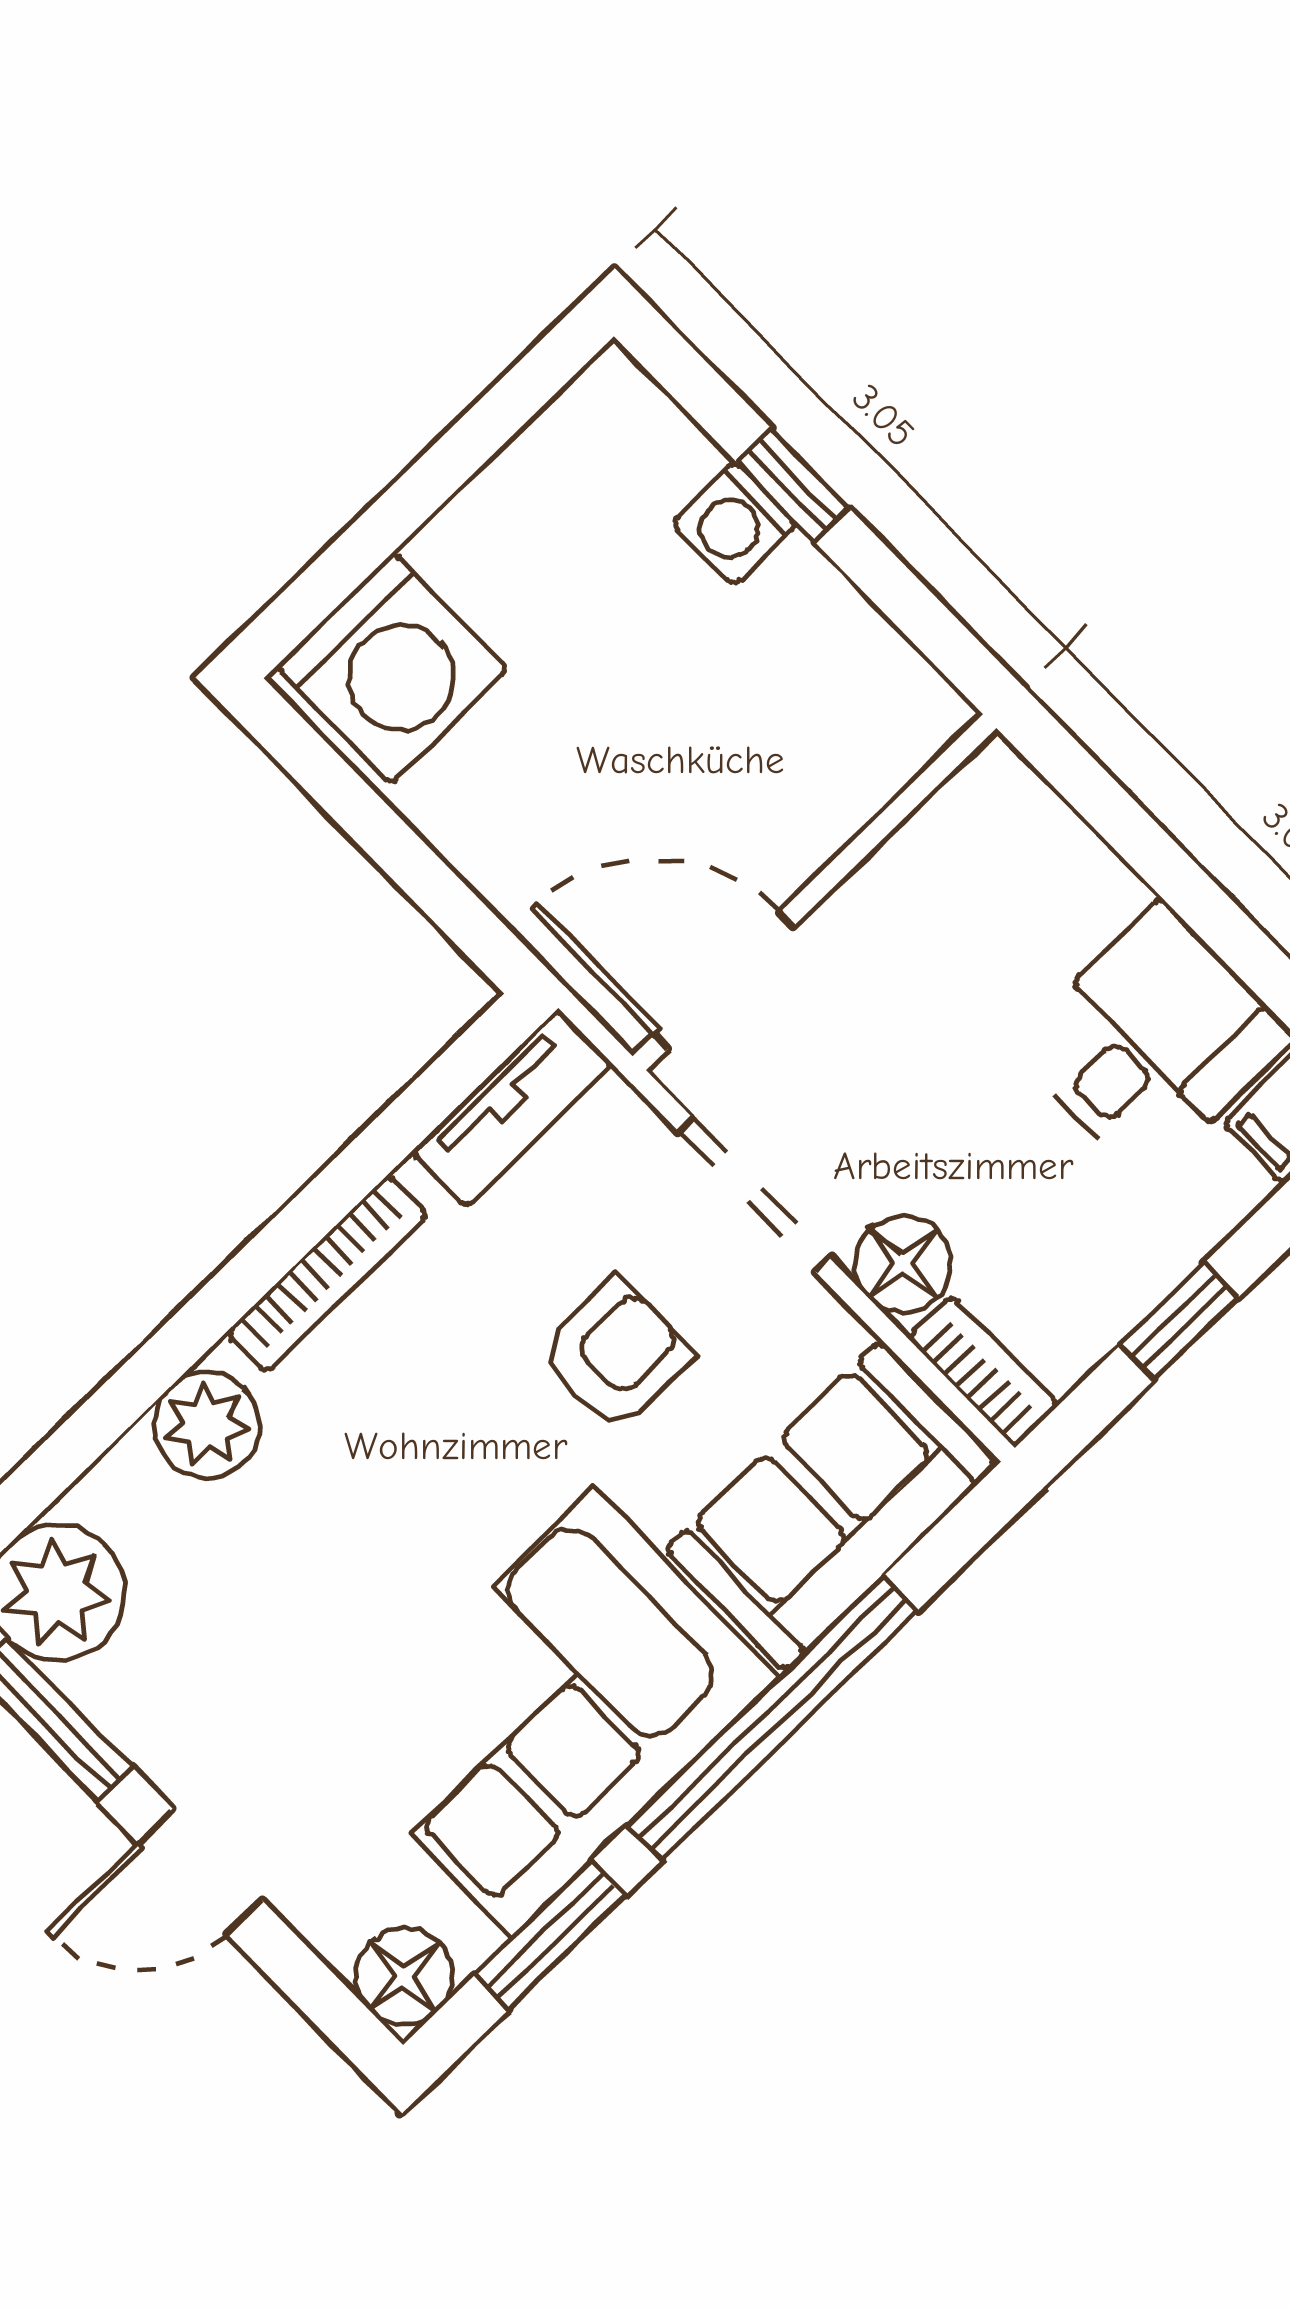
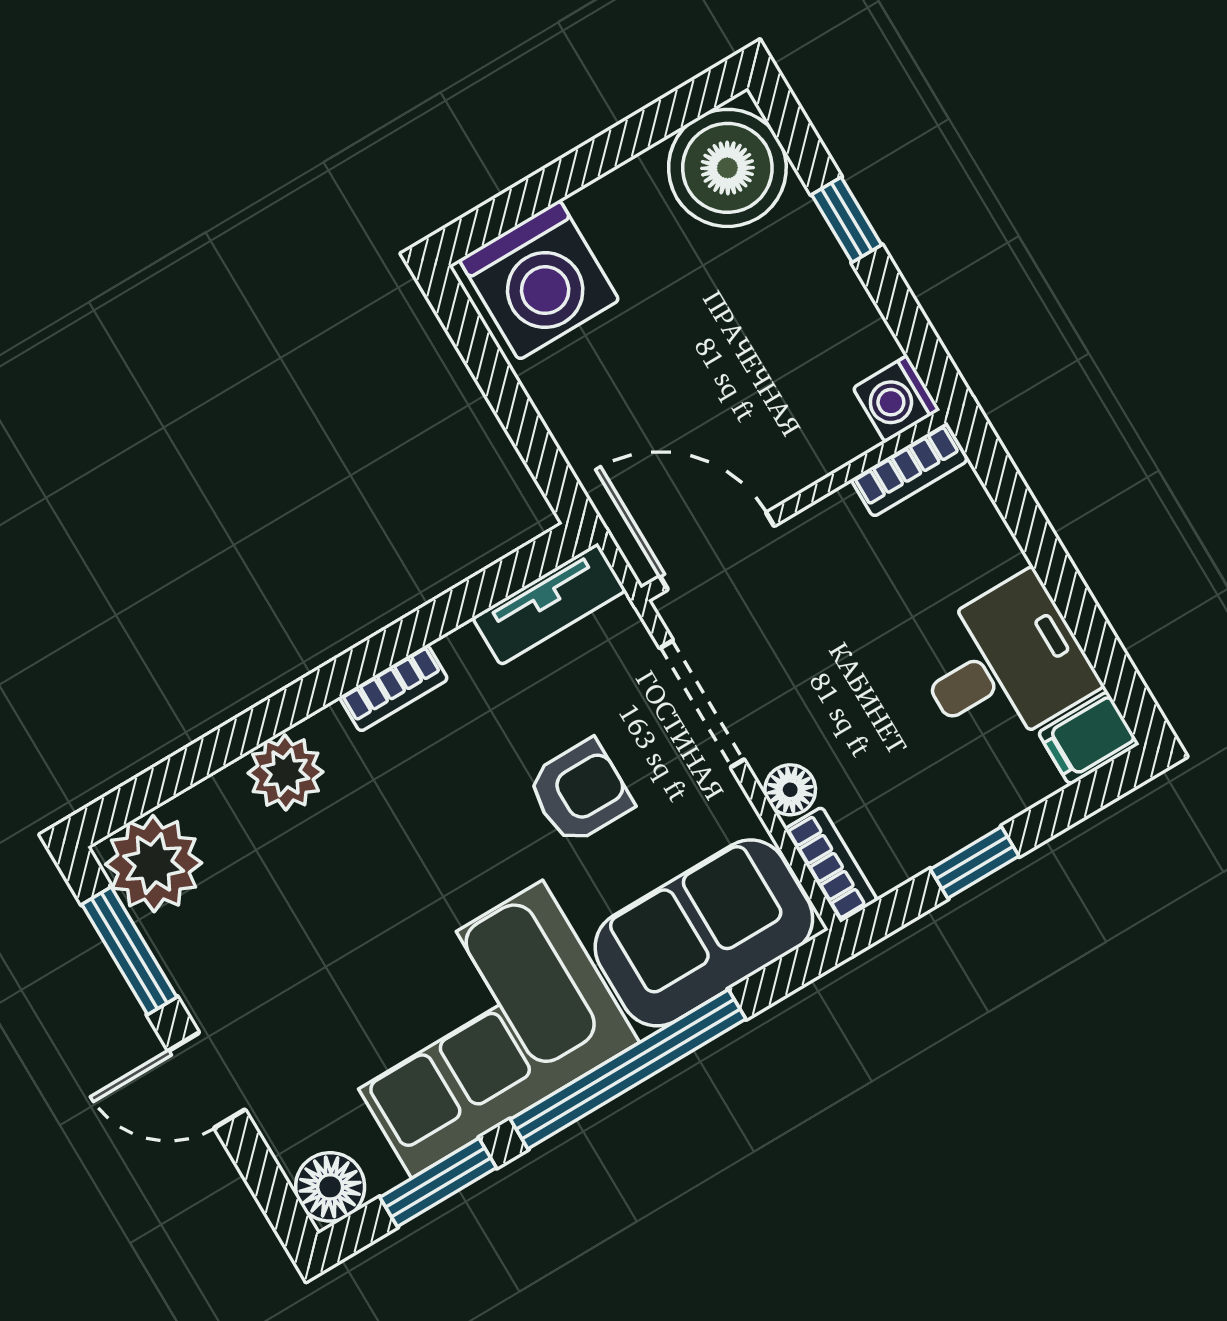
boiler: (613, 453) -> (727, 168), added
washing machine: (734, 523) -> (896, 399), moved
bookcase: (961, 806) -> (909, 470), added
floor lamp: (903, 1264) -> (790, 790), width x0.73, depth x0.73
bookcase: (327, 1274) -> (394, 688), width x0.64

